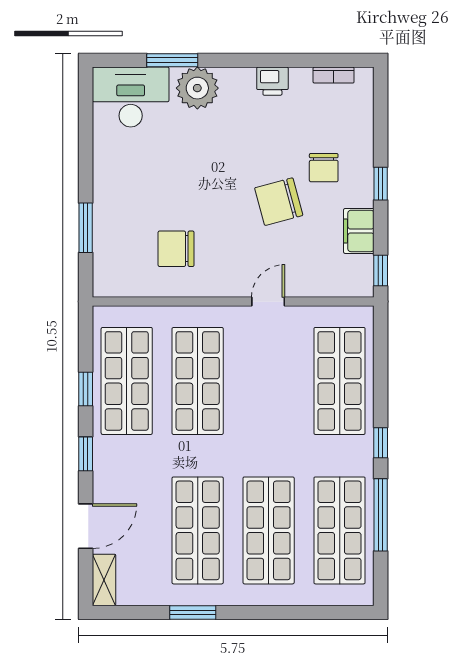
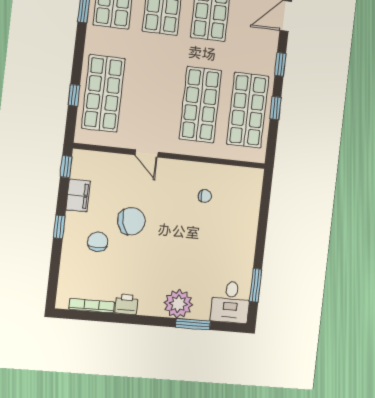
bookcase: (334, 75) -> (92, 306), width x1.56
desk: (131, 97) -> (231, 302), width x0.73
window: (86, 228) -> (256, 285), moved
chair: (176, 249) -> (205, 196), width x0.54, depth x0.54
door: (268, 302) -> (146, 153), hinge flipped
window: (381, 443) -> (74, 95), moved

